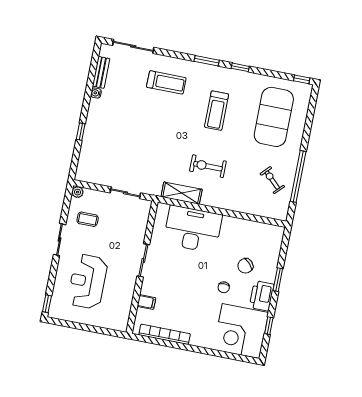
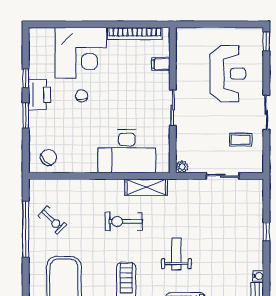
weight bench: (166, 127) -> (176, 254), added
exercise bike: (208, 166) -> (124, 221), turned 180
plant: (77, 192) -> (182, 167), moved
sliding door: (125, 193) -> (223, 176), moved
chair: (245, 266) -> (48, 157), moved
window: (269, 326) -> (26, 78), moved
corner desk: (241, 331) -> (81, 53), moved, turned 90

